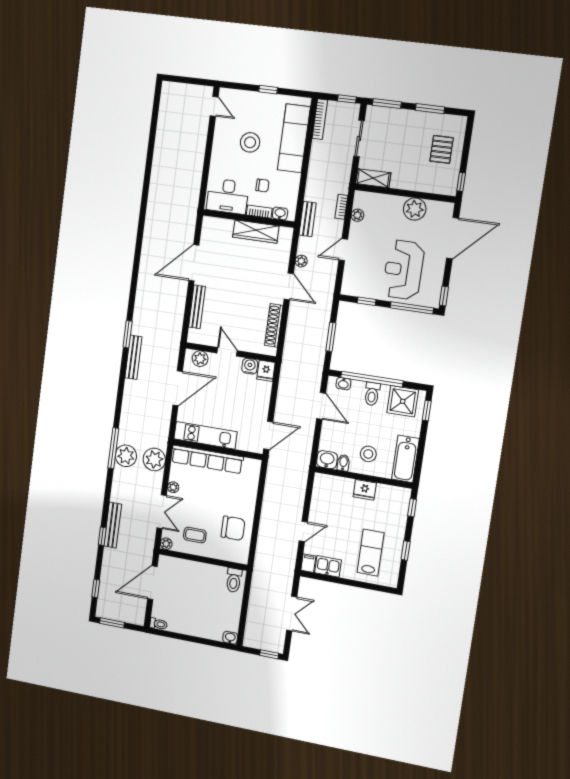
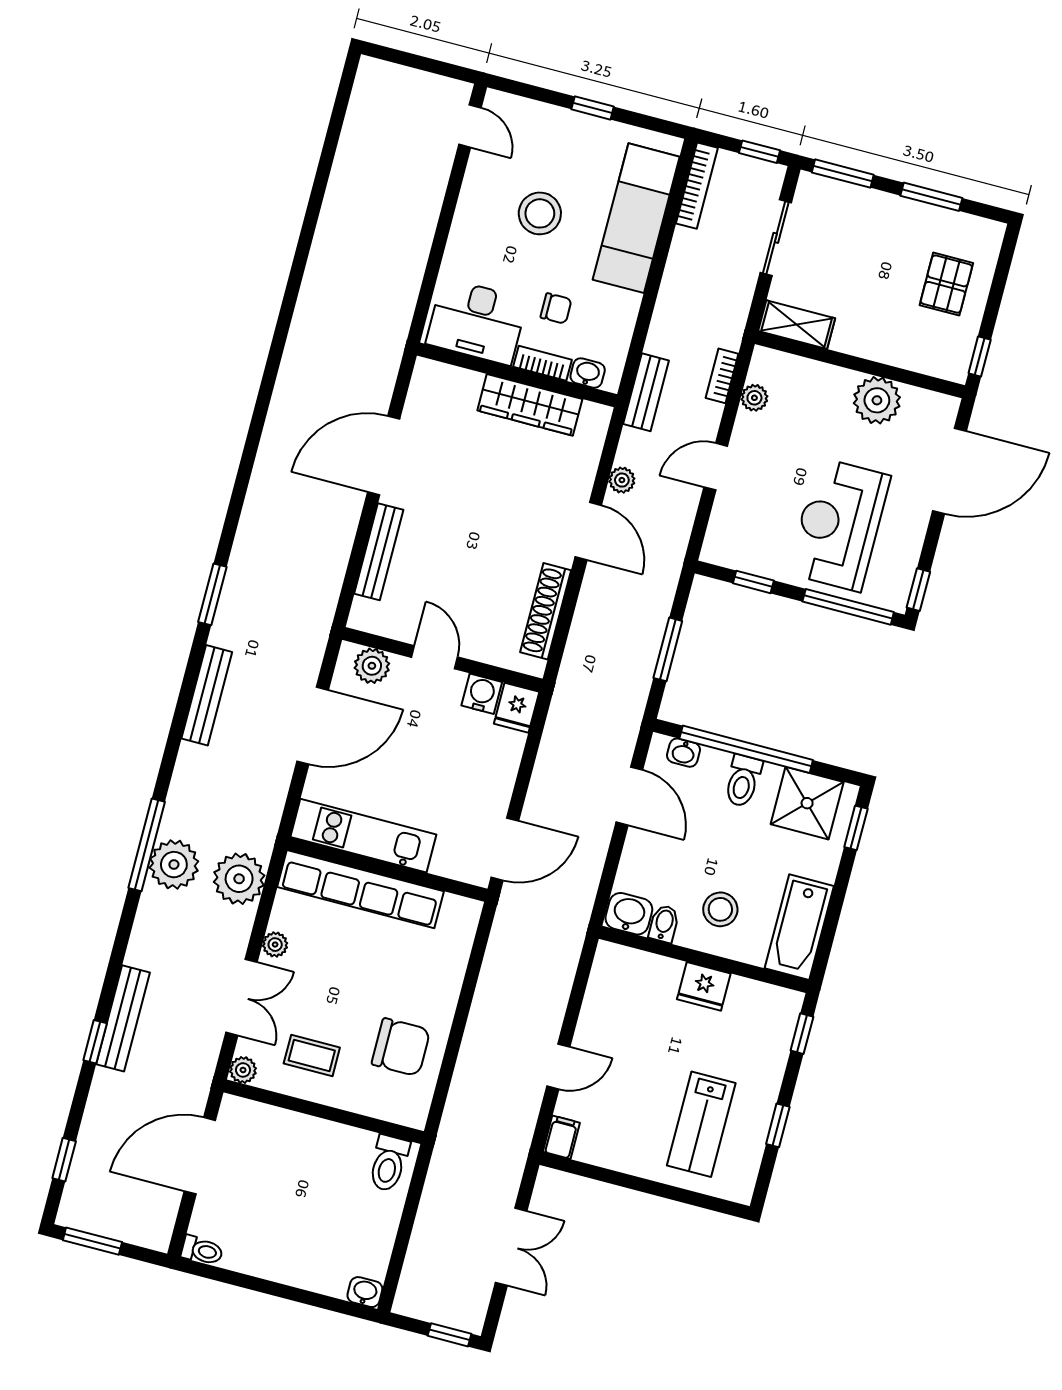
bench: (133, 357) -> (207, 695), moved
lab bench: (371, 553) -> (701, 1124), turned 180
kitchen sink: (328, 566) -> (604, 1148), removed

